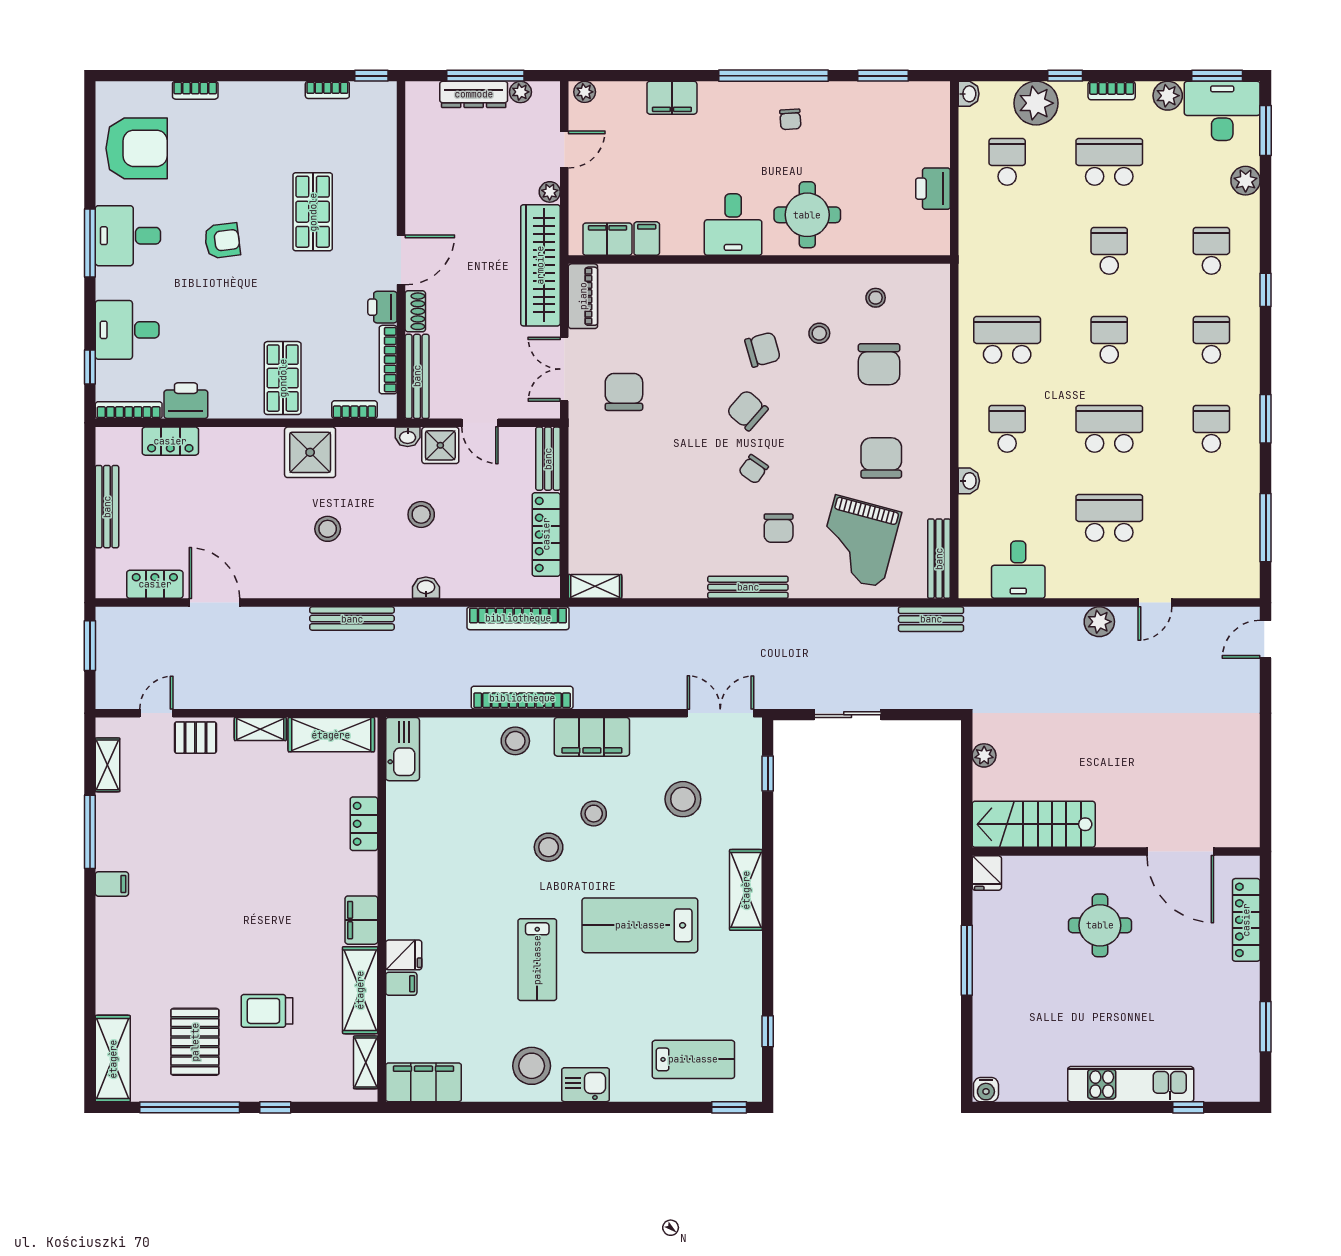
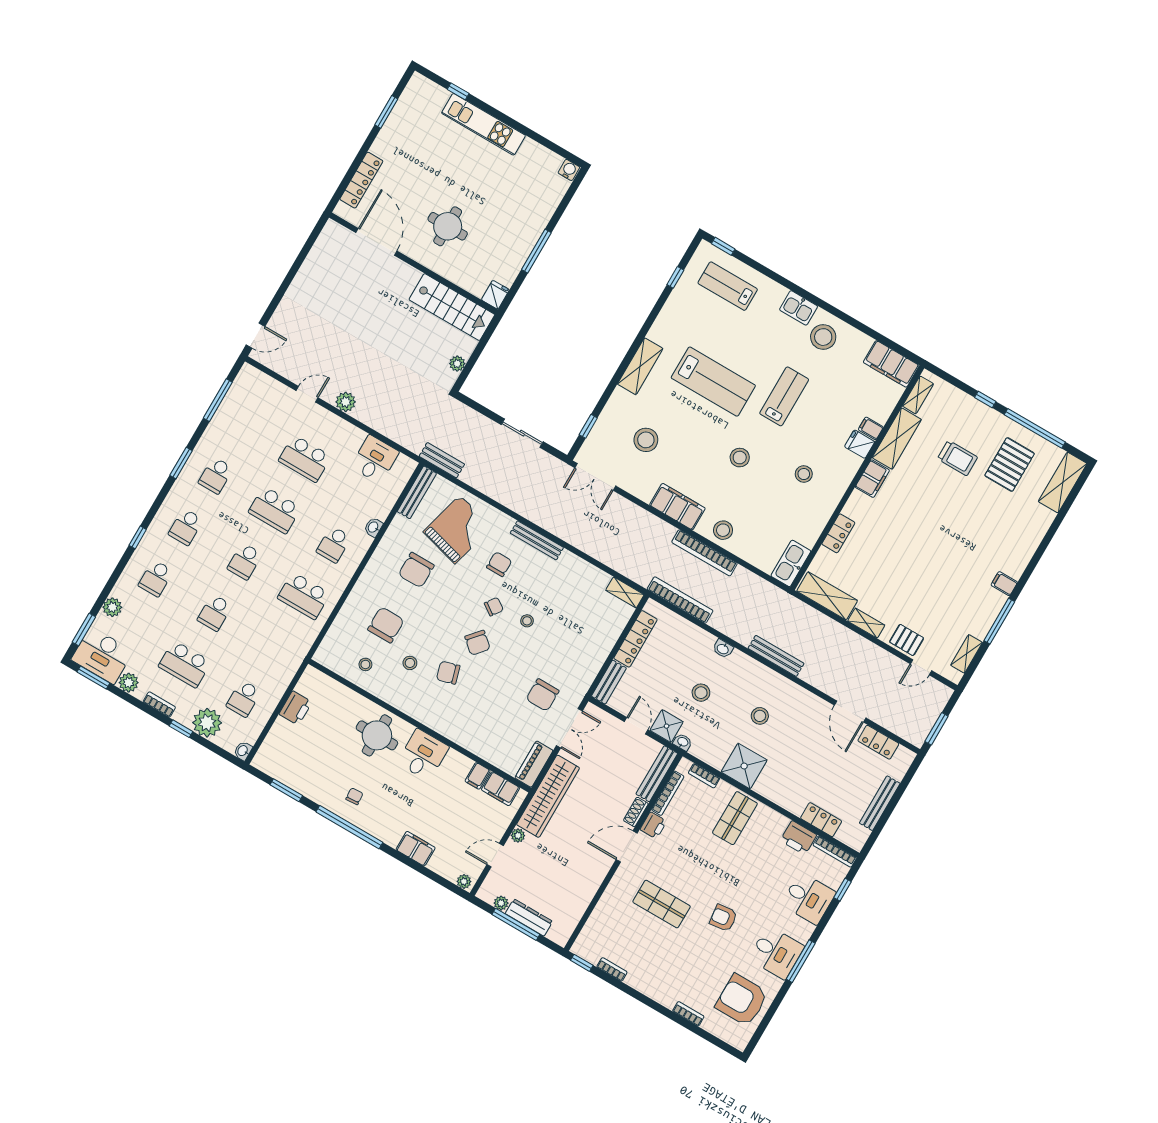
shop shelf: (313, 212) -> (662, 904), turned 90
stool: (700, 476) -> (527, 621), added
stool: (594, 814) -> (804, 474), moved

